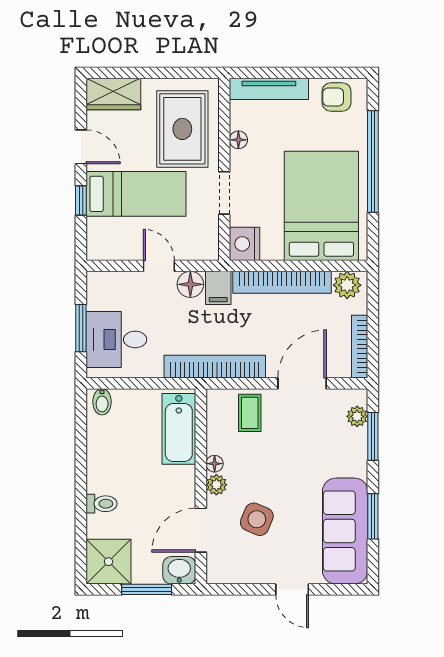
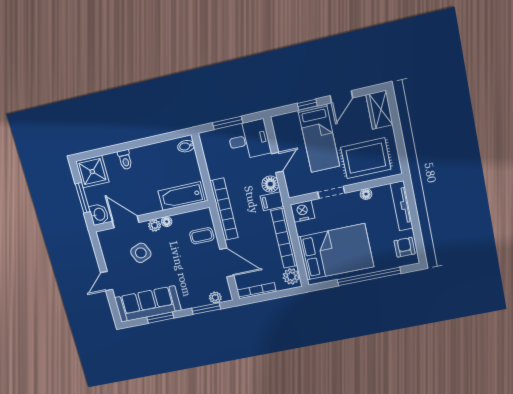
desk: (116, 339) -> (249, 140), moved, turned 90
side table: (257, 519) -> (141, 253), turned 45

